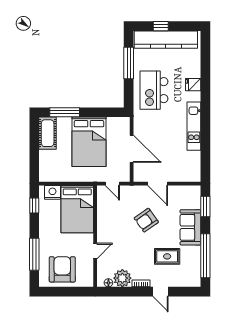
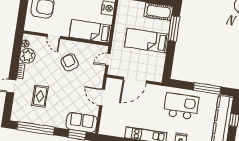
bed: (89, 142) -> (147, 41), width x0.67
door: (158, 184) -> (102, 97), hinge flipped
bed: (77, 209) -> (90, 31), width x0.67
armchair: (146, 220) -> (70, 62), moved
sofa: (190, 227) -> (82, 123), moved

